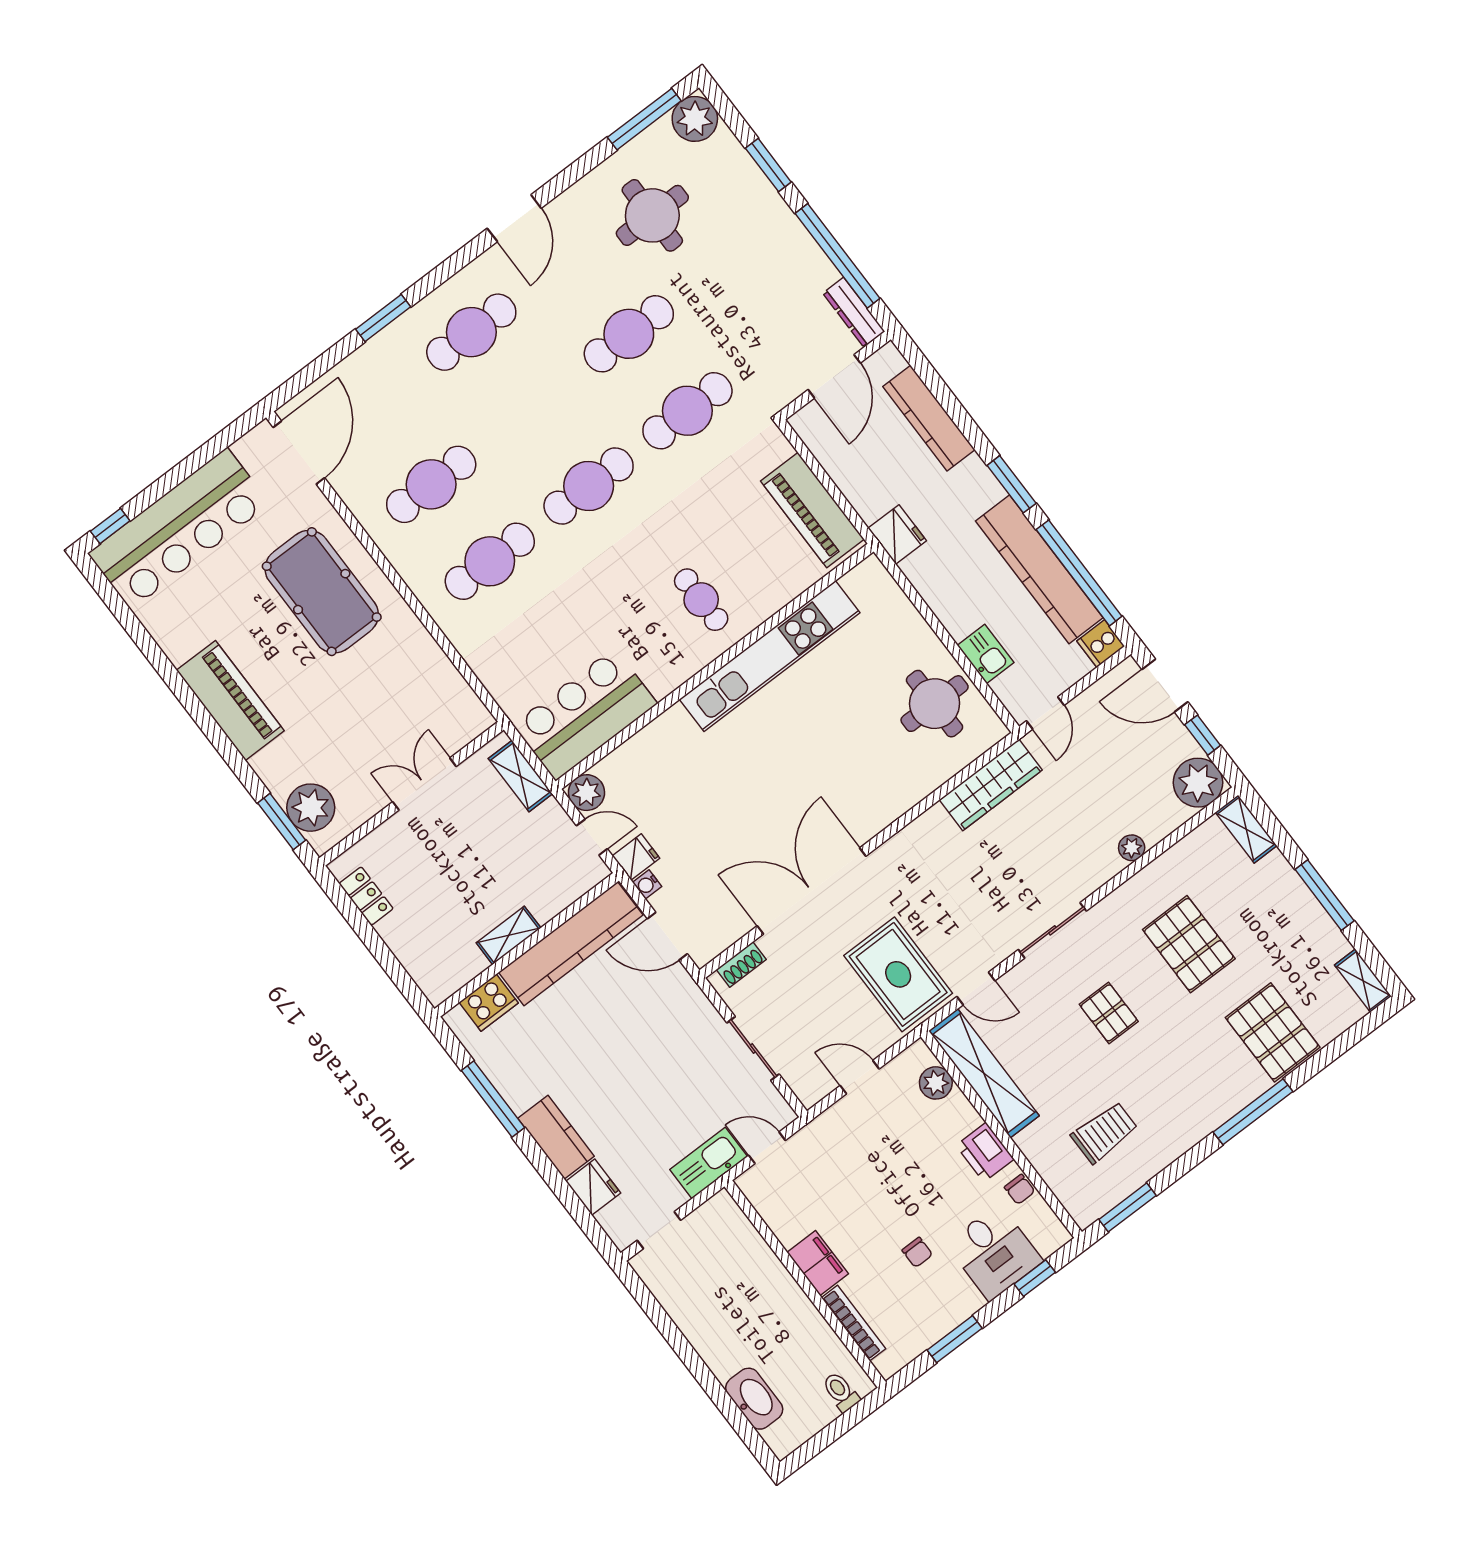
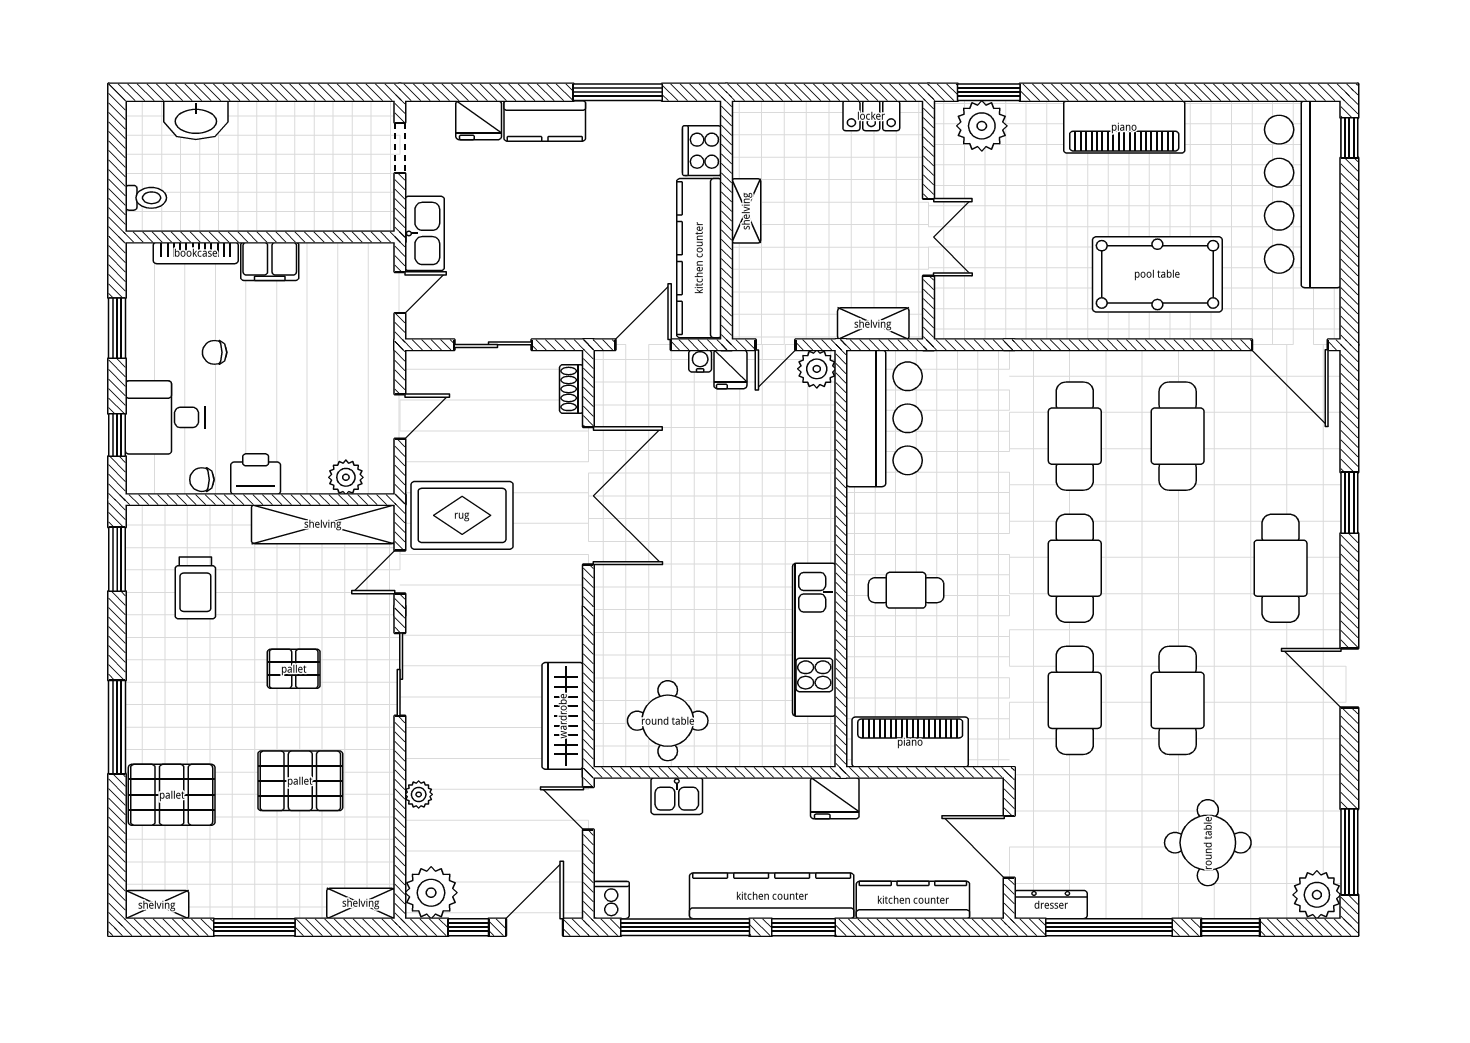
round table: (652, 215) -> (1208, 843), moved
kitchen counter: (1039, 569) -> (772, 896), moved
kitchen unit: (770, 656) -> (814, 640), width x0.73

